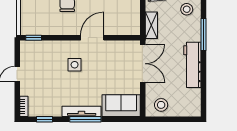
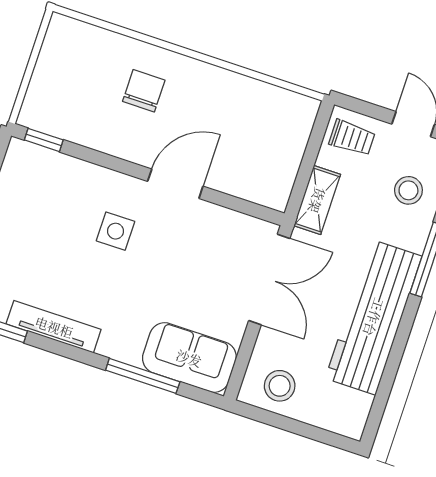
workbench: (192, 65) -> (374, 317), width x1.36, depth x1.32
tv unit: (82, 111) -> (54, 327), moved
window: (85, 119) -> (143, 376), moved

